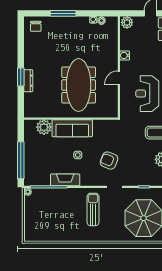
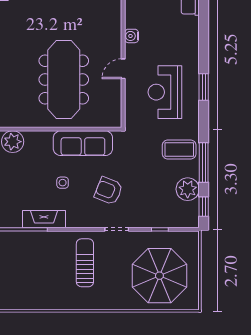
sofa: (72, 128) -> (83, 143), moved

